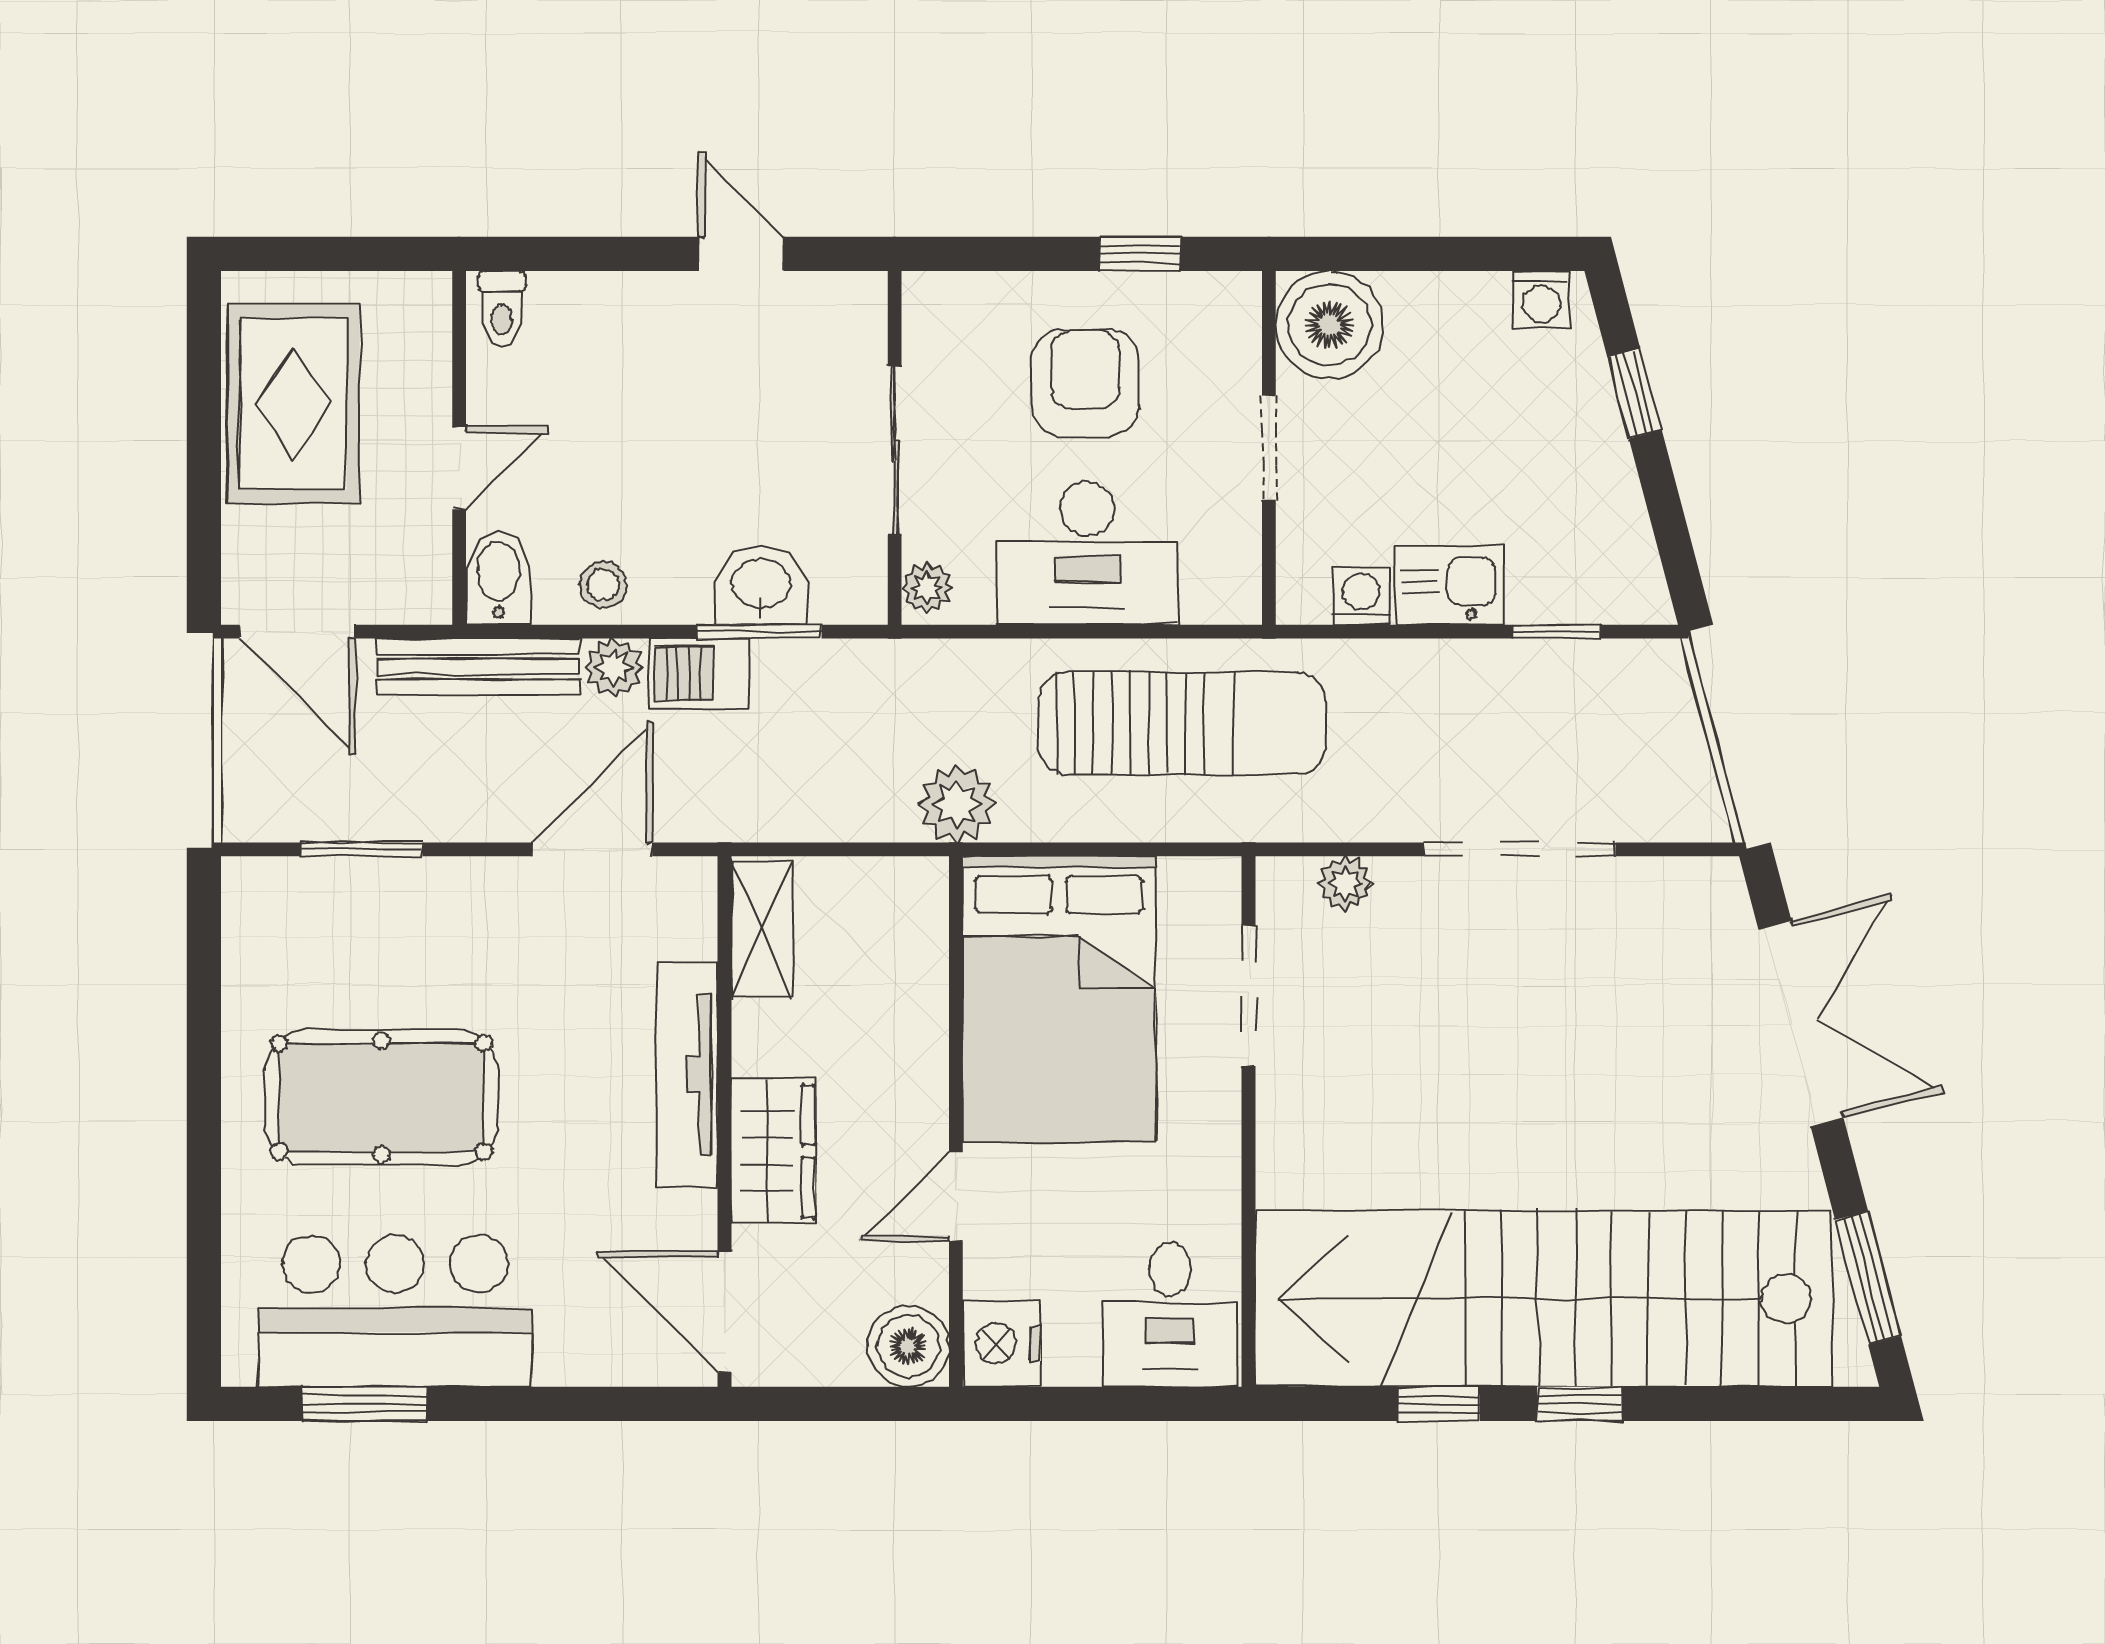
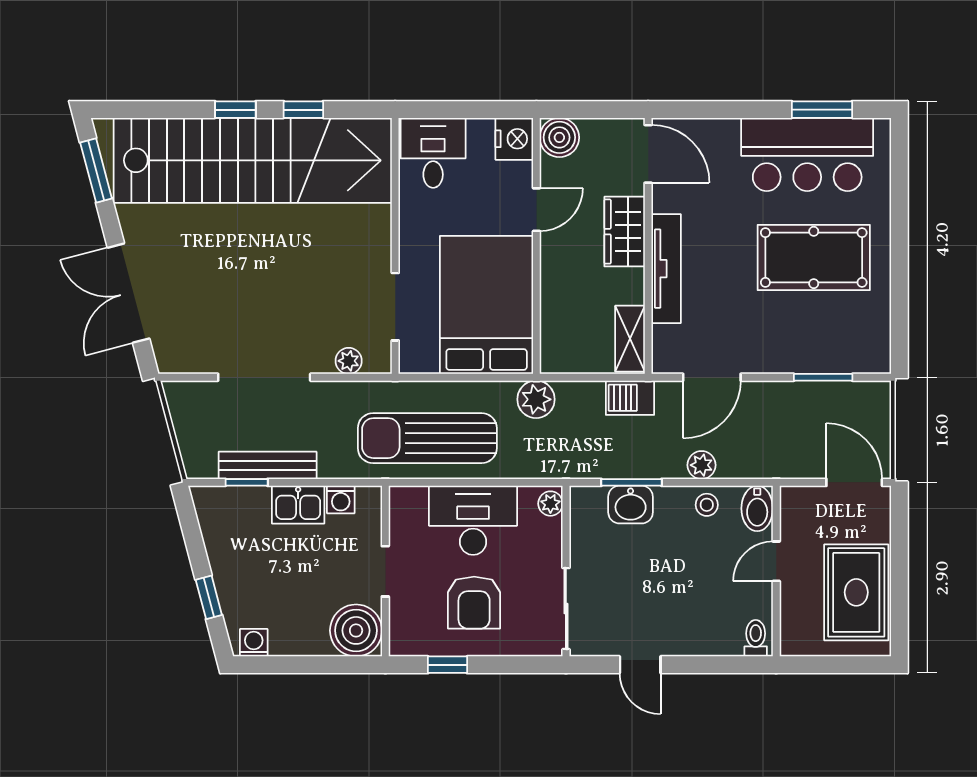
sliding door: (895, 451) -> (566, 609), moved
bench: (478, 667) -> (268, 465), moved
barbecue: (699, 674) -> (630, 398), moved, turned 180

